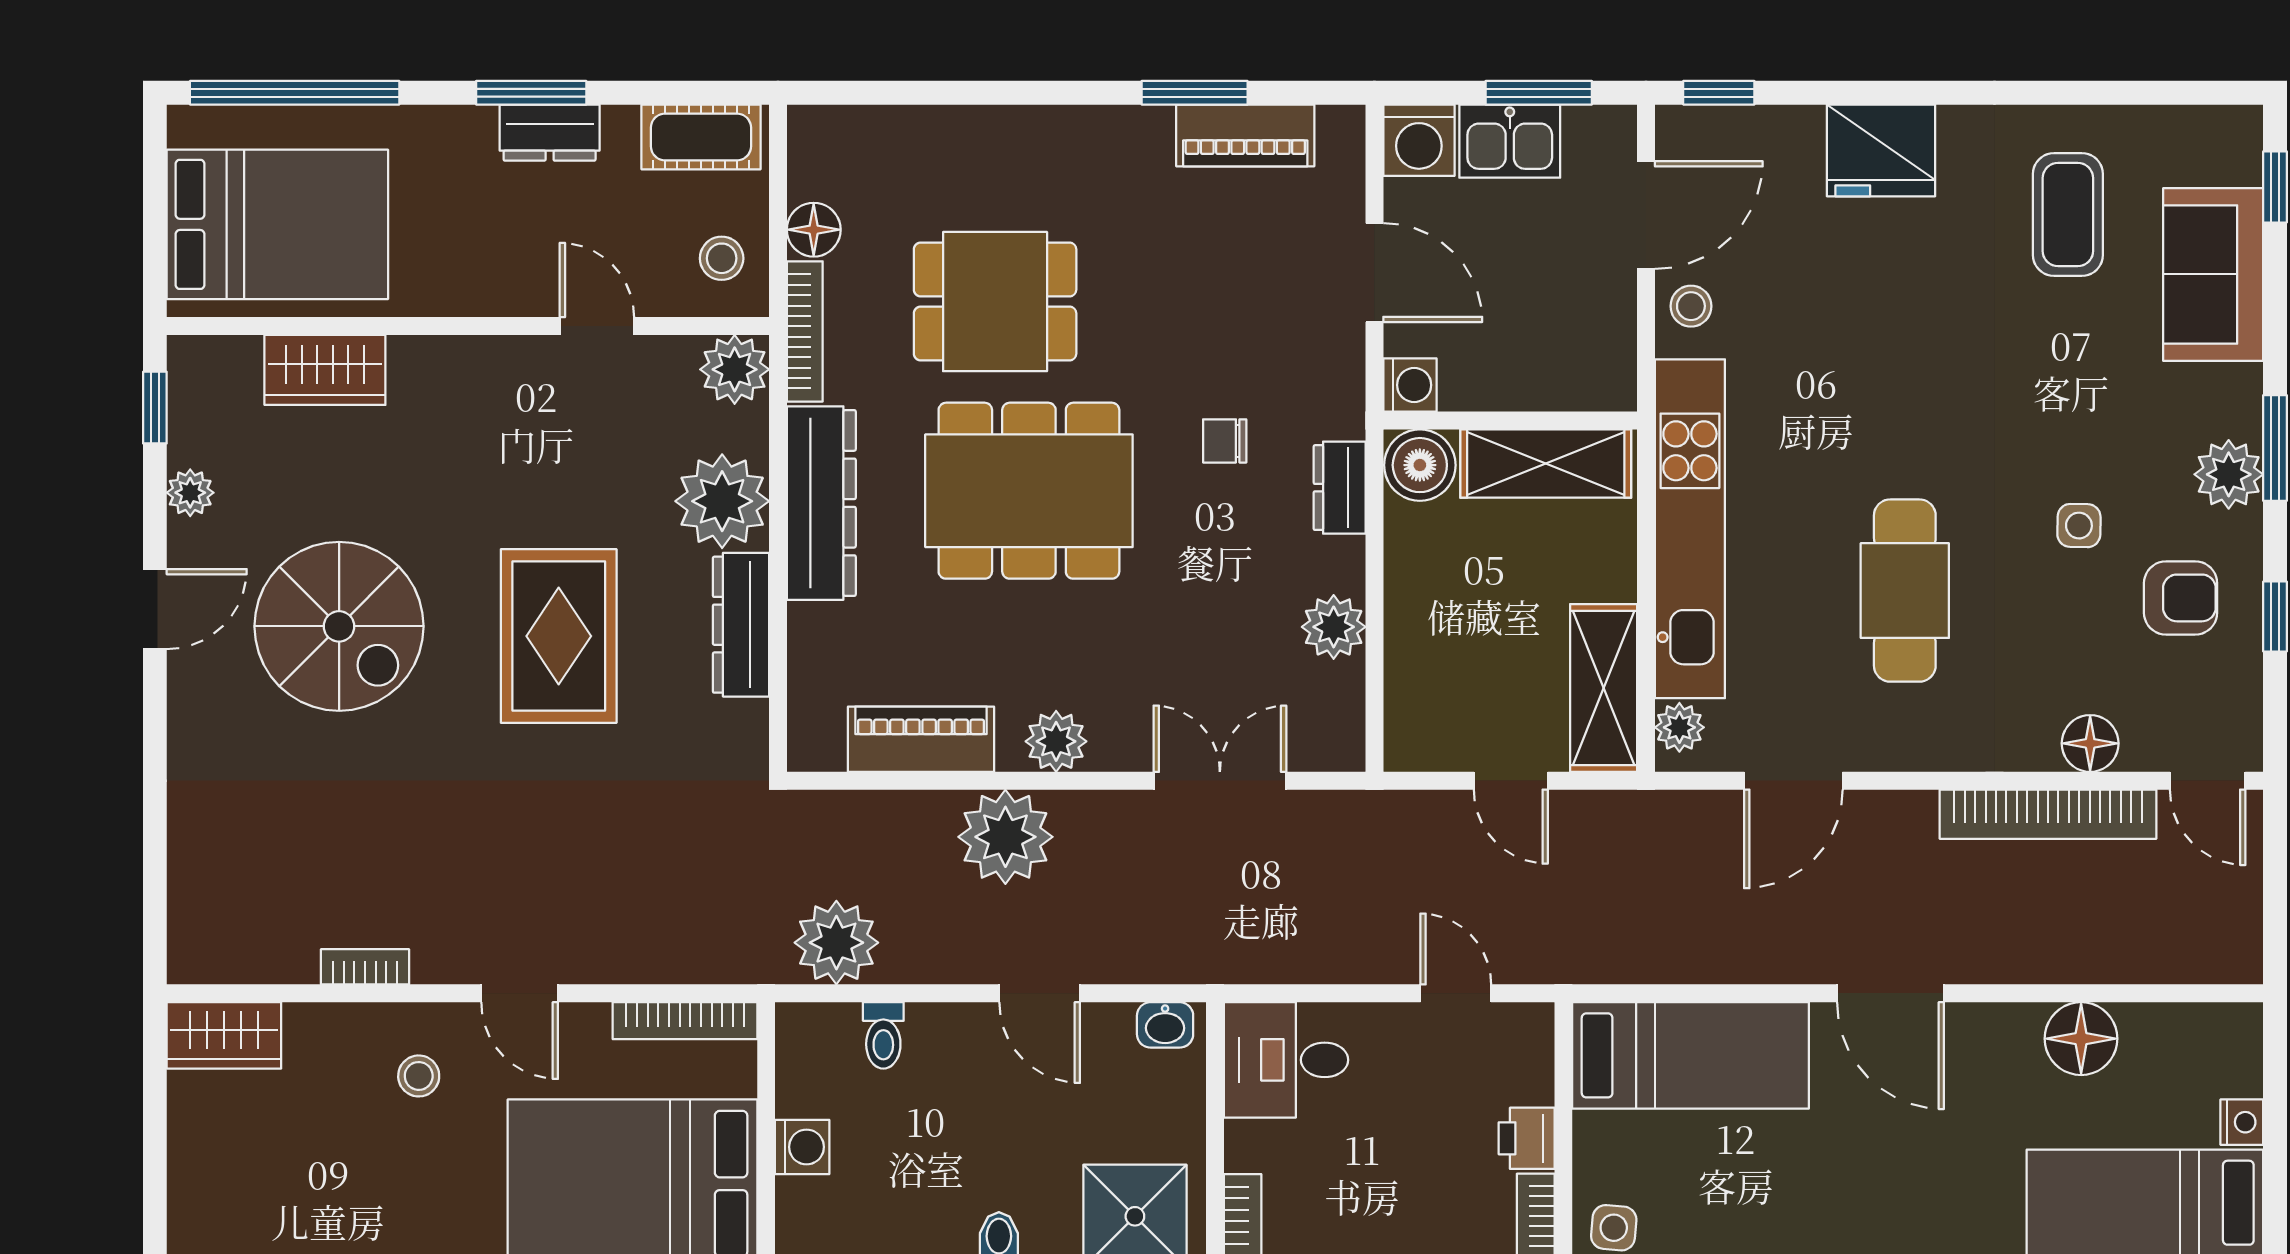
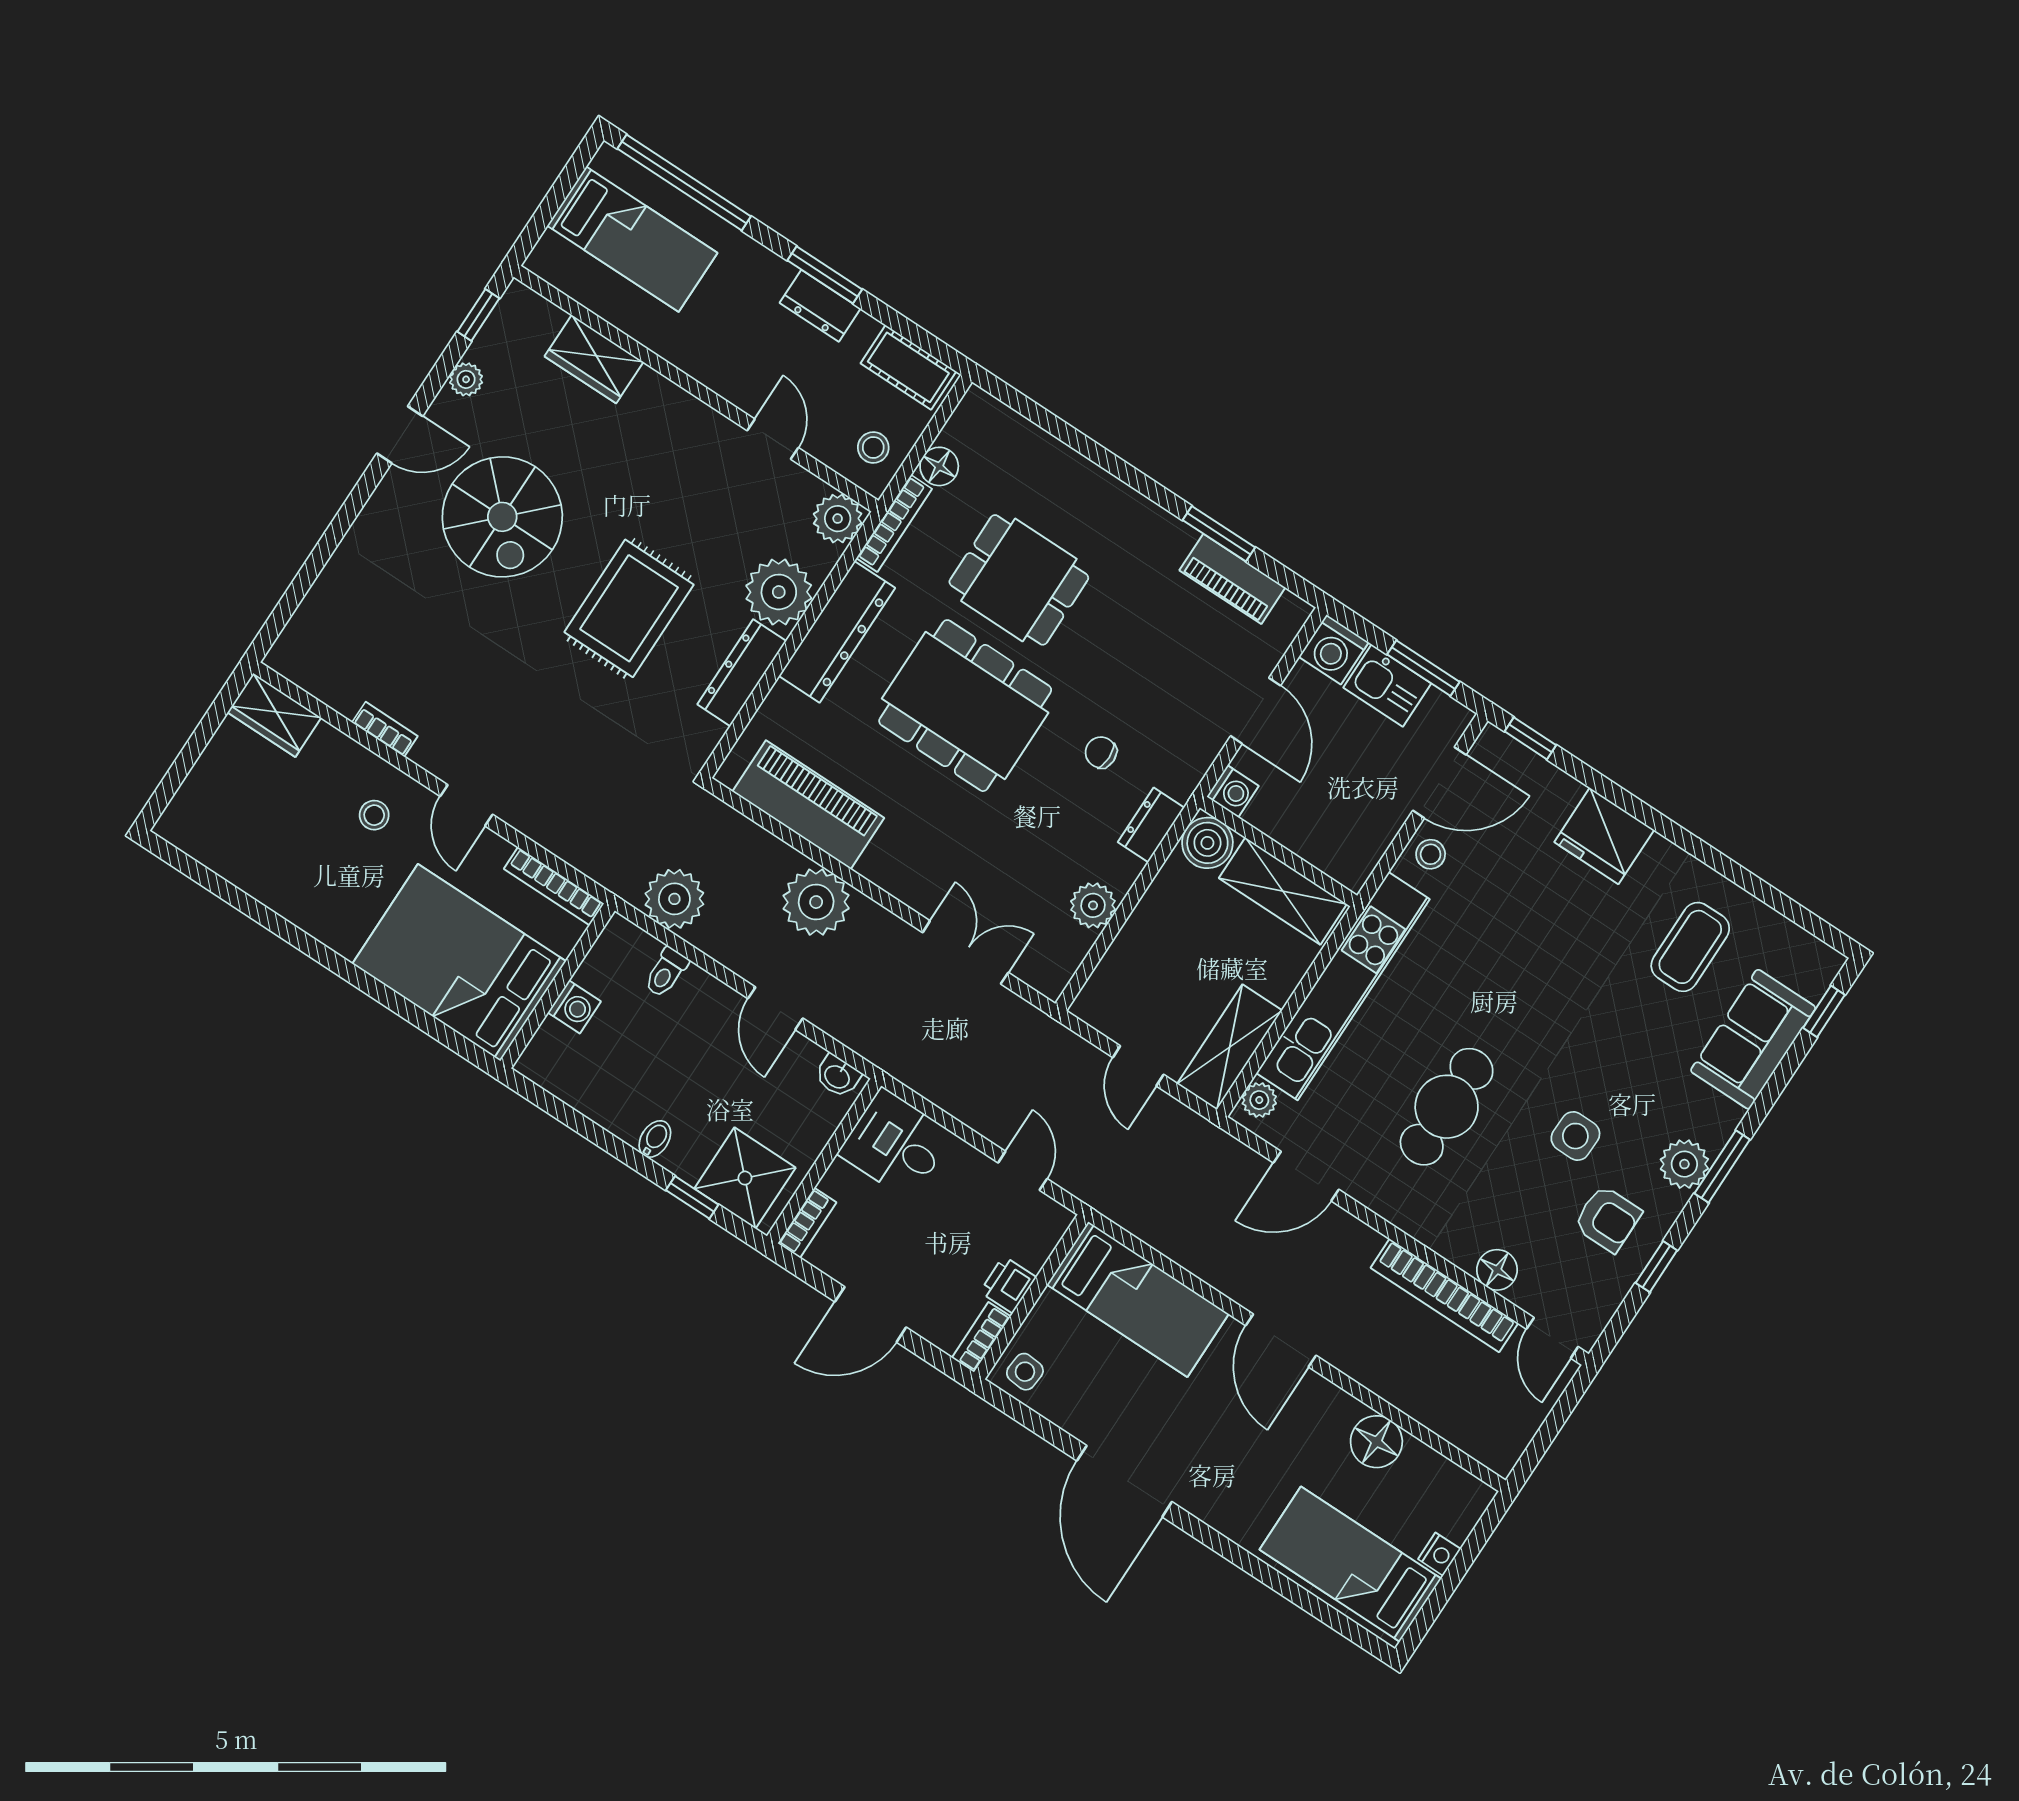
bed: (277, 224) -> (632, 239), width x0.67
side table: (2079, 526) -> (1575, 1136), width x1.37, depth x1.37
piano: (921, 739) -> (808, 805), width x1.37, depth x1.33
plant: (1056, 741) -> (883, 865), removed

